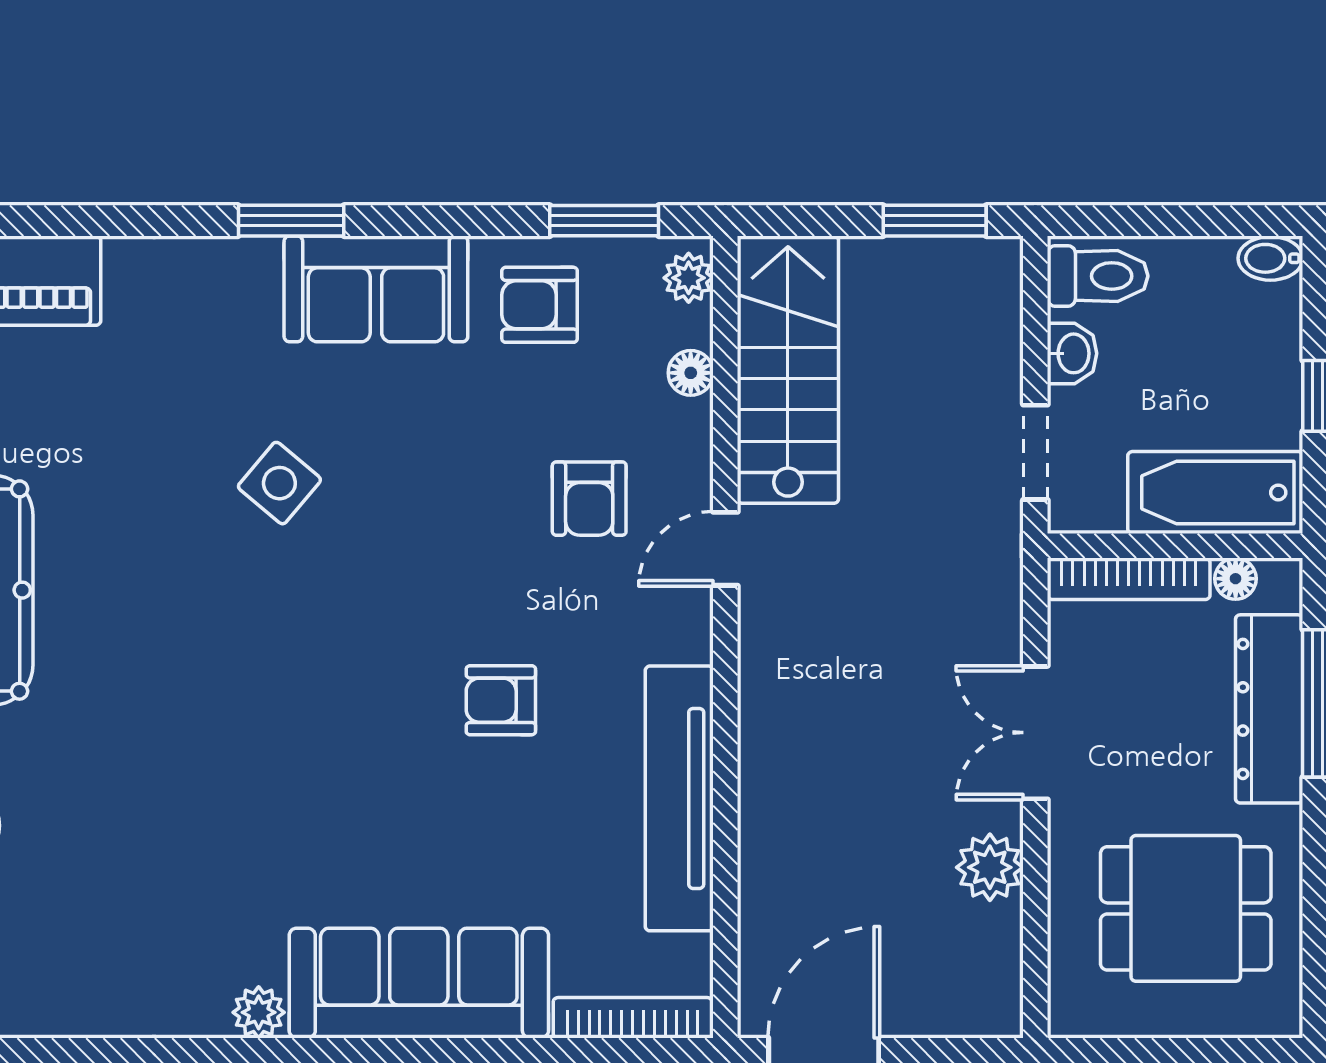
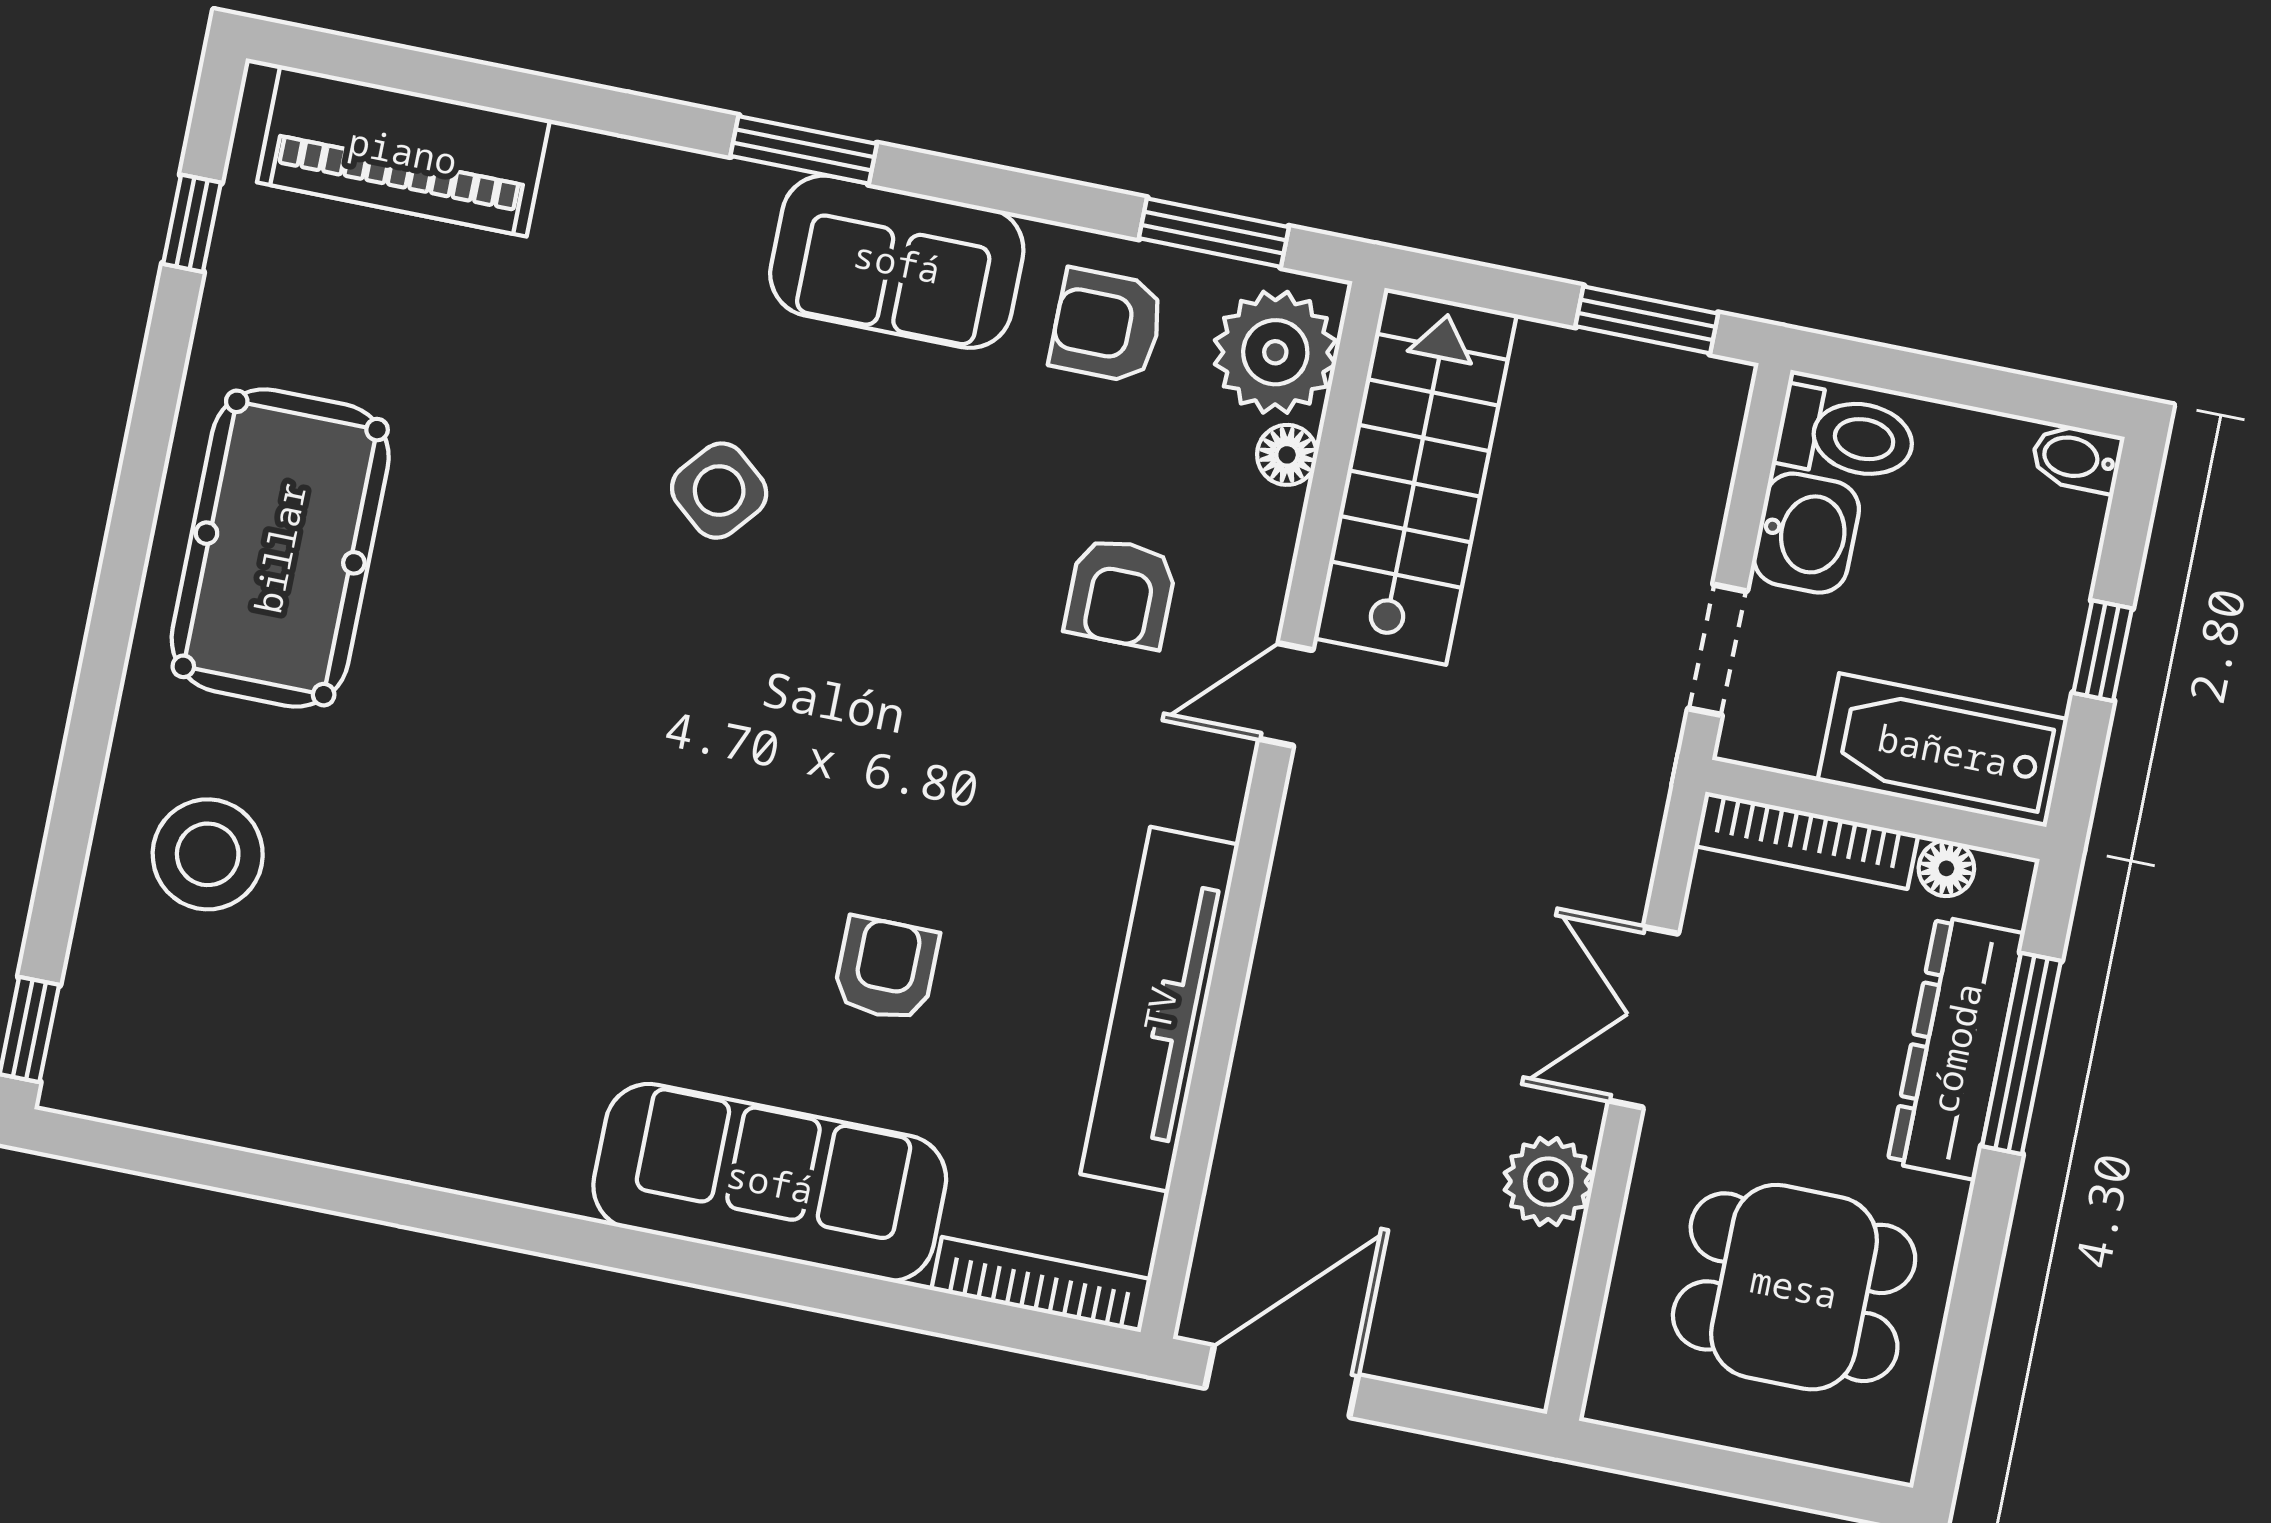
plant: (689, 278) -> (1275, 352), width x1.88, depth x1.88
washbasin: (1072, 353) -> (1806, 533), width x1.38, depth x1.45
armchair: (501, 700) -> (886, 969), moved, turned 90
plant: (259, 1012) -> (552, 1178), removed

